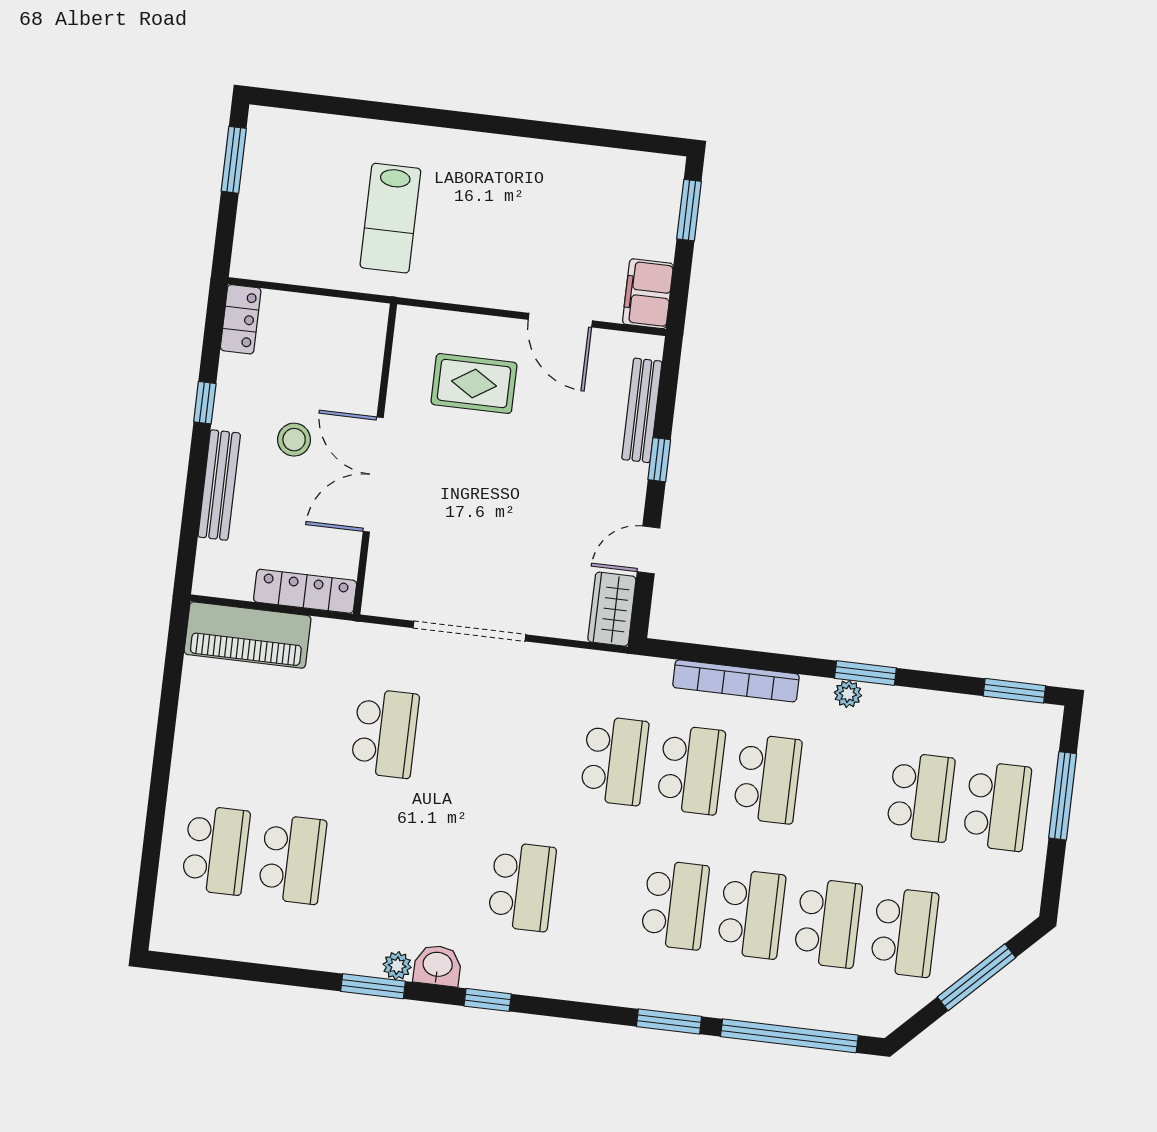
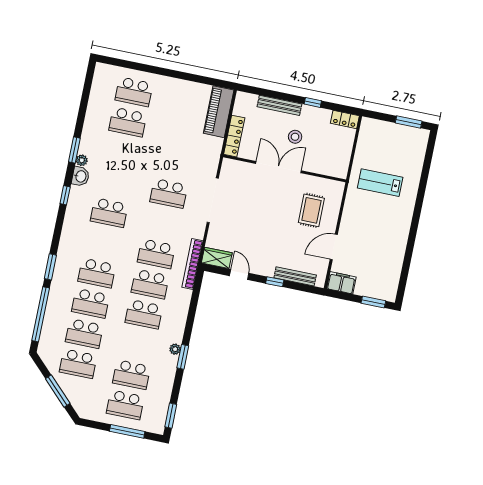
bookcase: (736, 681) -> (192, 264), moved
school desk: (385, 733) -> (169, 193), moved

